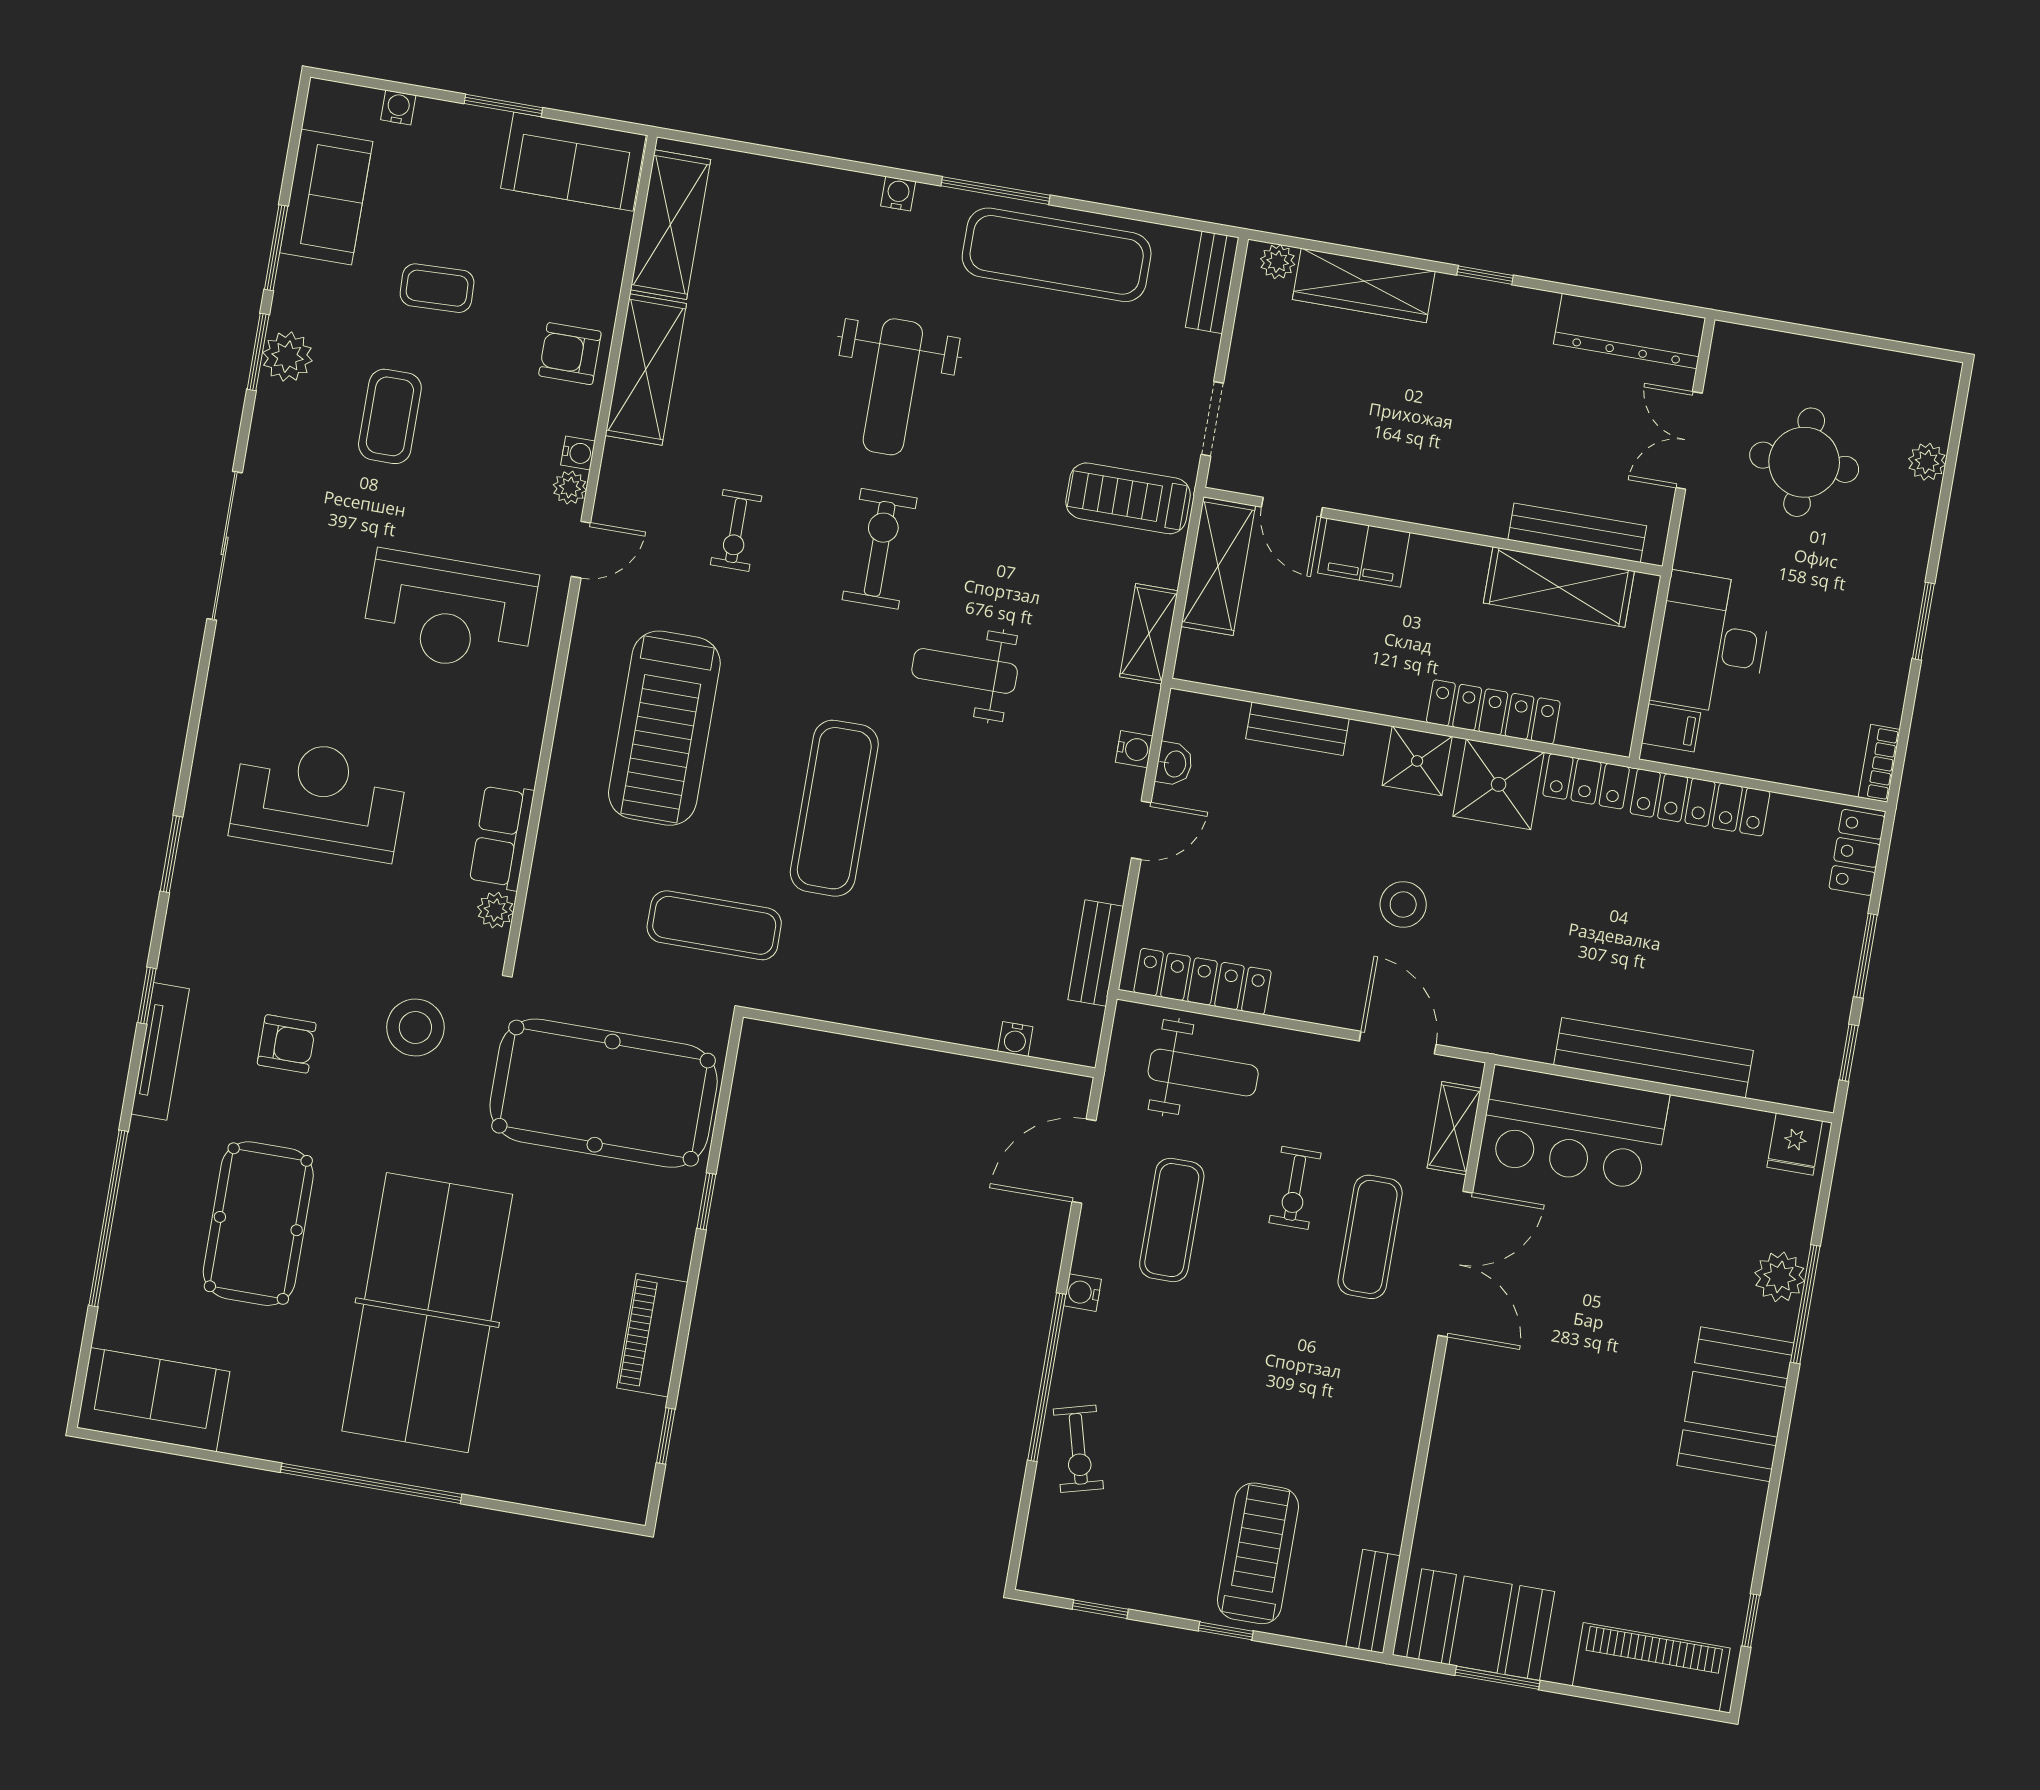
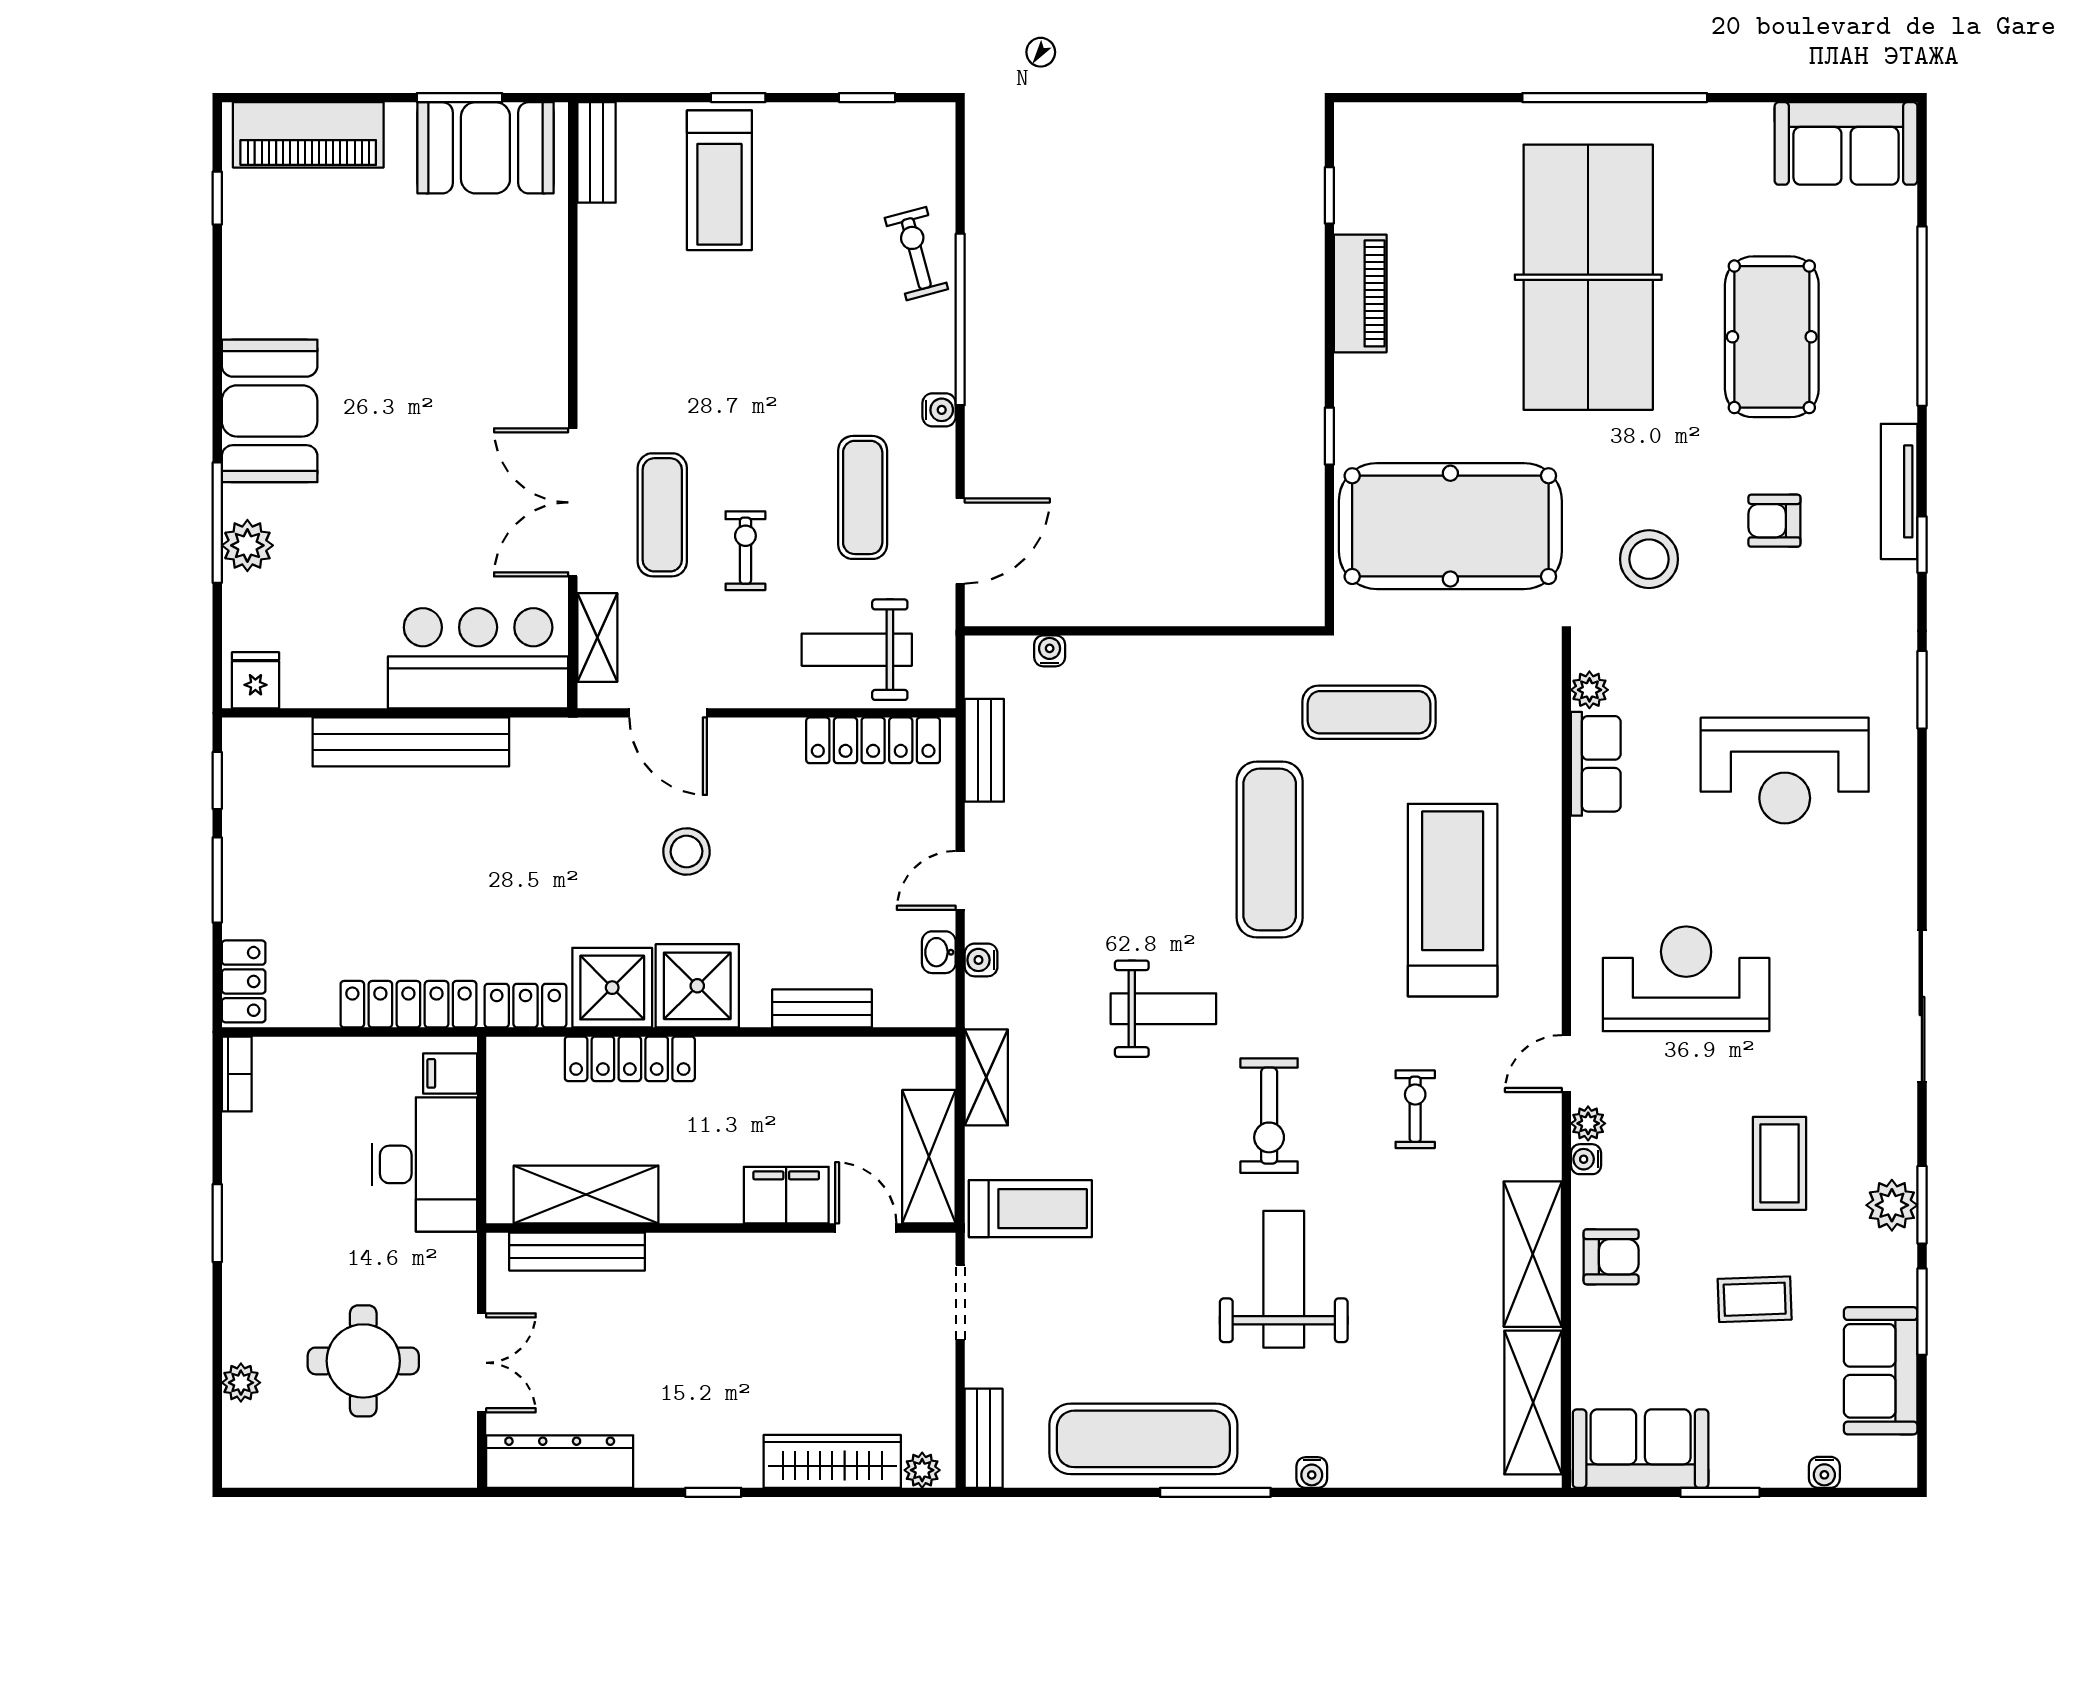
shower: (1417, 761) -> (697, 986), width x1.36, depth x1.36

